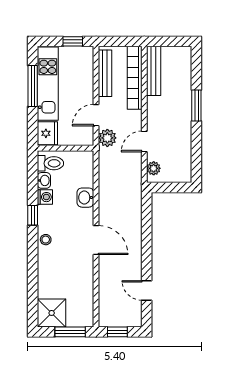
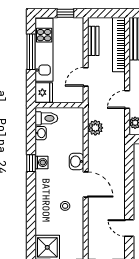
bench: (105, 73) -> (93, 41), width x0.73
plant: (107, 138) -> (95, 128), moved
washing machine: (45, 197) -> (41, 163), moved
washbasin: (85, 198) -> (76, 161), moved
stool: (46, 240) -> (65, 206), moved

